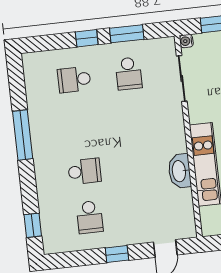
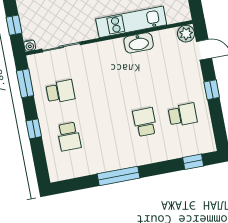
window: (127, 34) -> (25, 83), moved
plant: (186, 229) -> (186, 34), added

